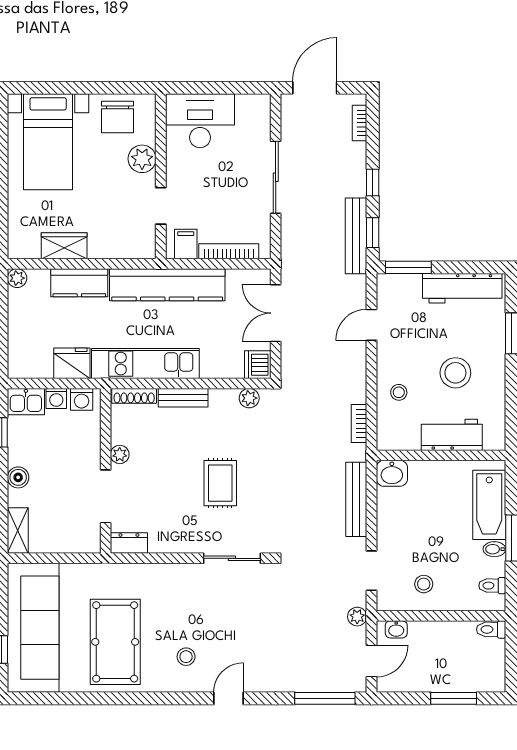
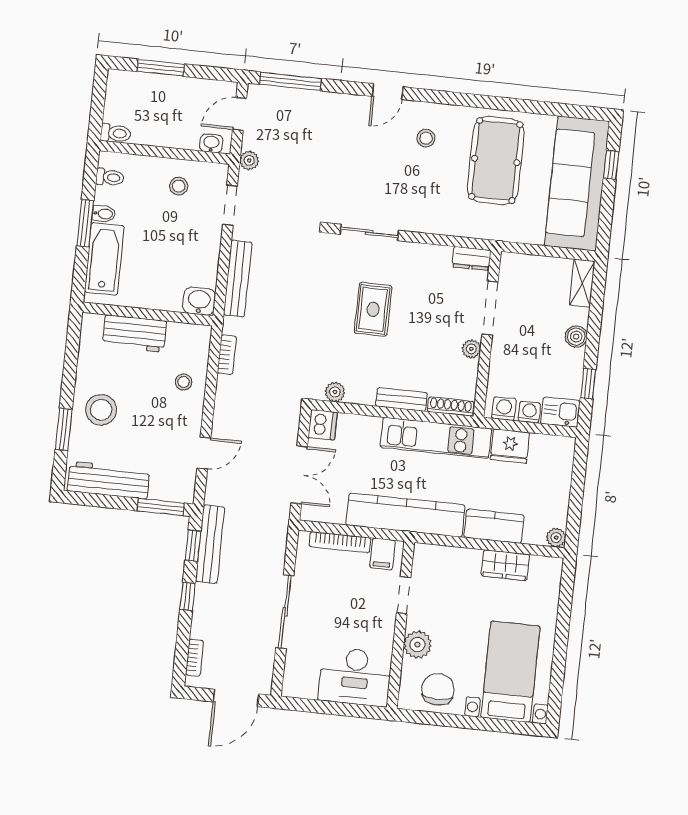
stool: (455, 373) -> (101, 410), moved

